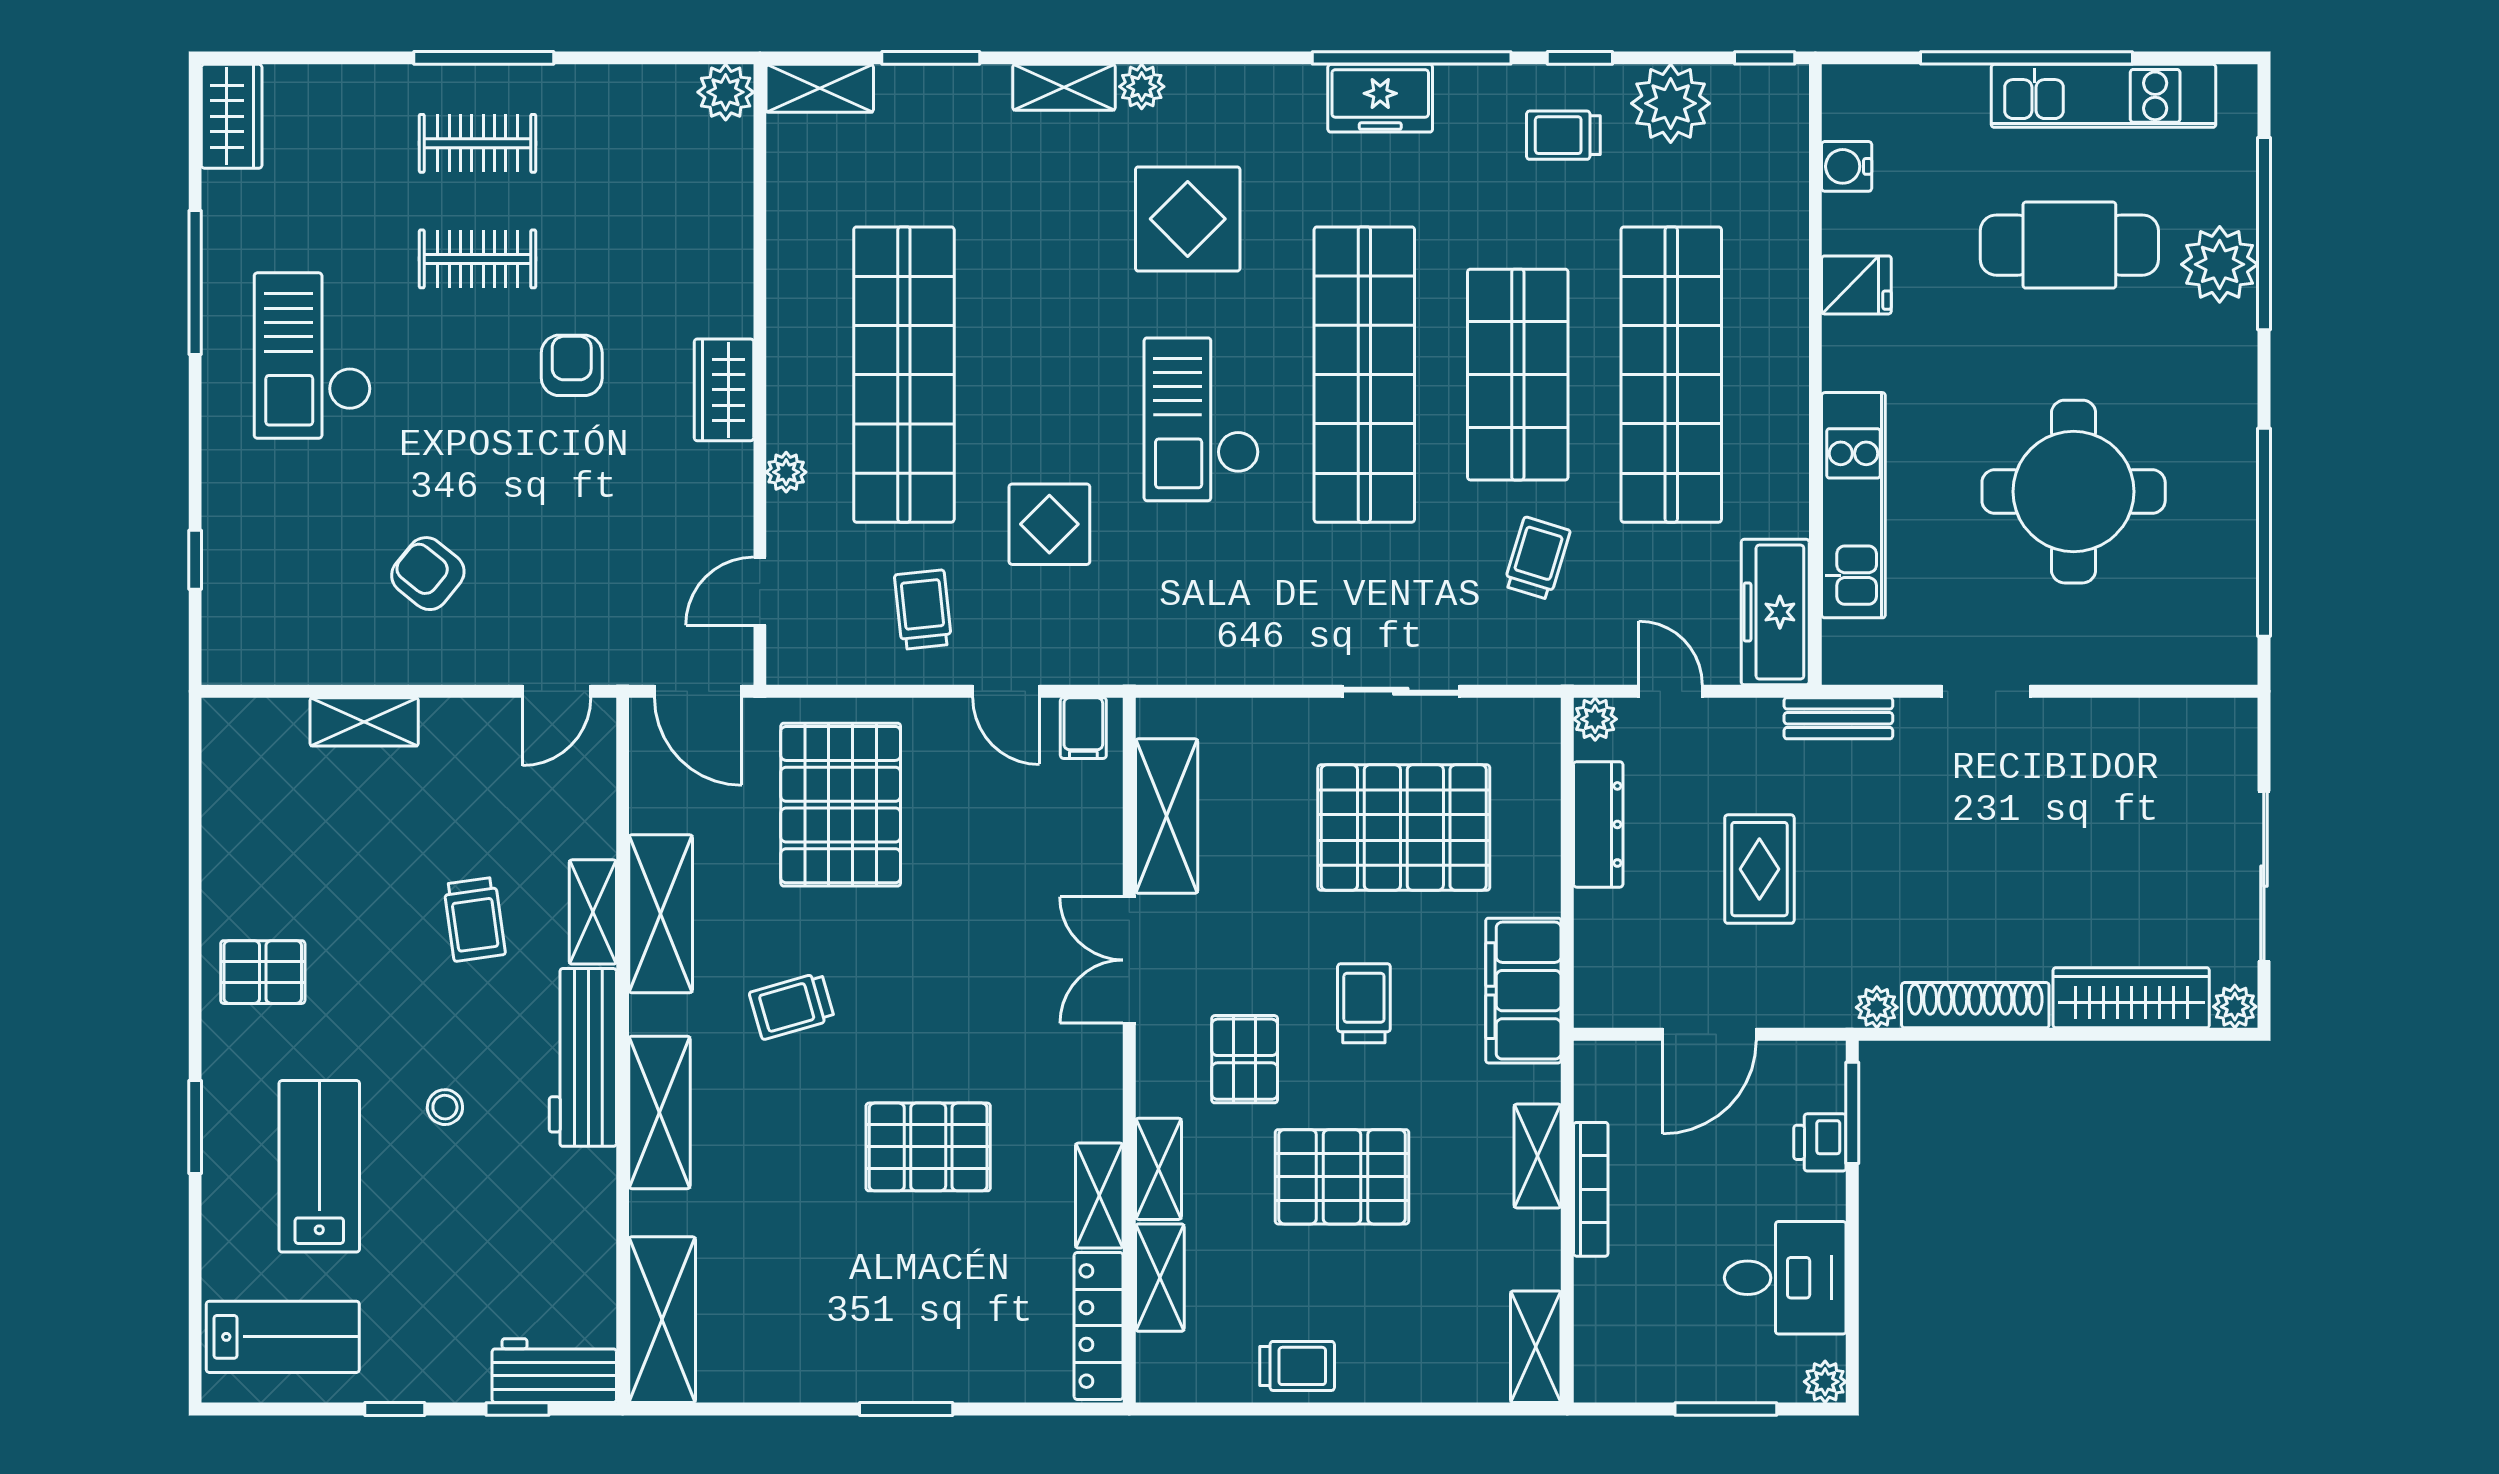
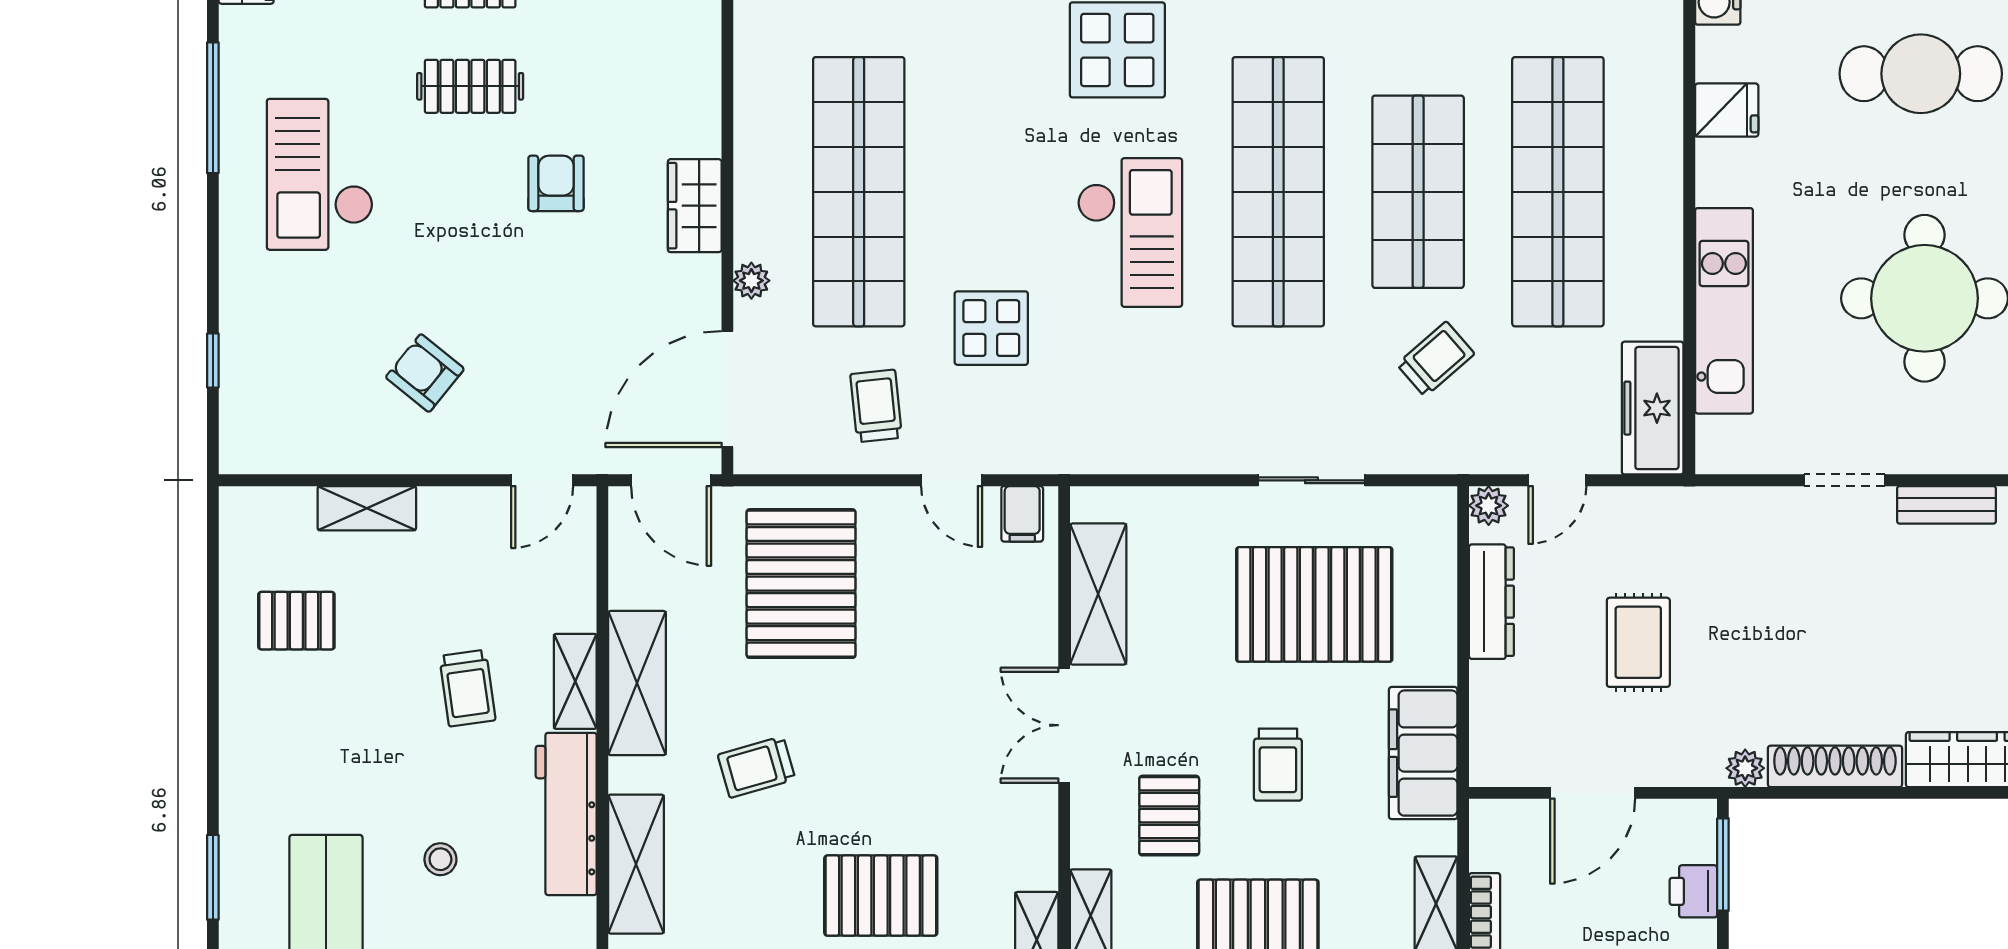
checkout: (1202, 419) -> (1130, 232), turned 180
trolley: (1537, 558) -> (1436, 359), turned 32
door: (760, 591) -> (727, 389), width x1.88
door: (1671, 691) -> (1557, 480), swing flipped
bench: (1838, 718) -> (1947, 505), moved
pallet: (263, 972) -> (296, 621), moved
trolley: (1364, 1003) -> (1278, 765), turned 180

